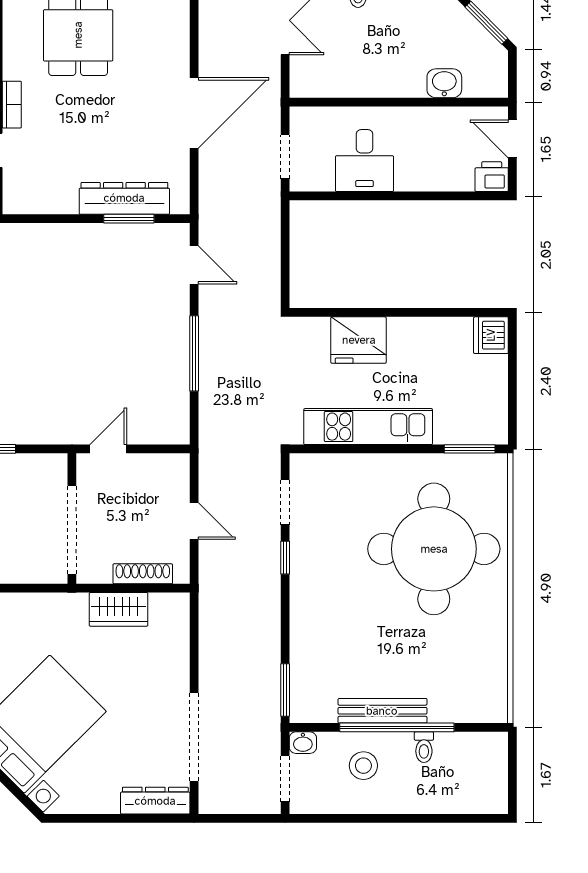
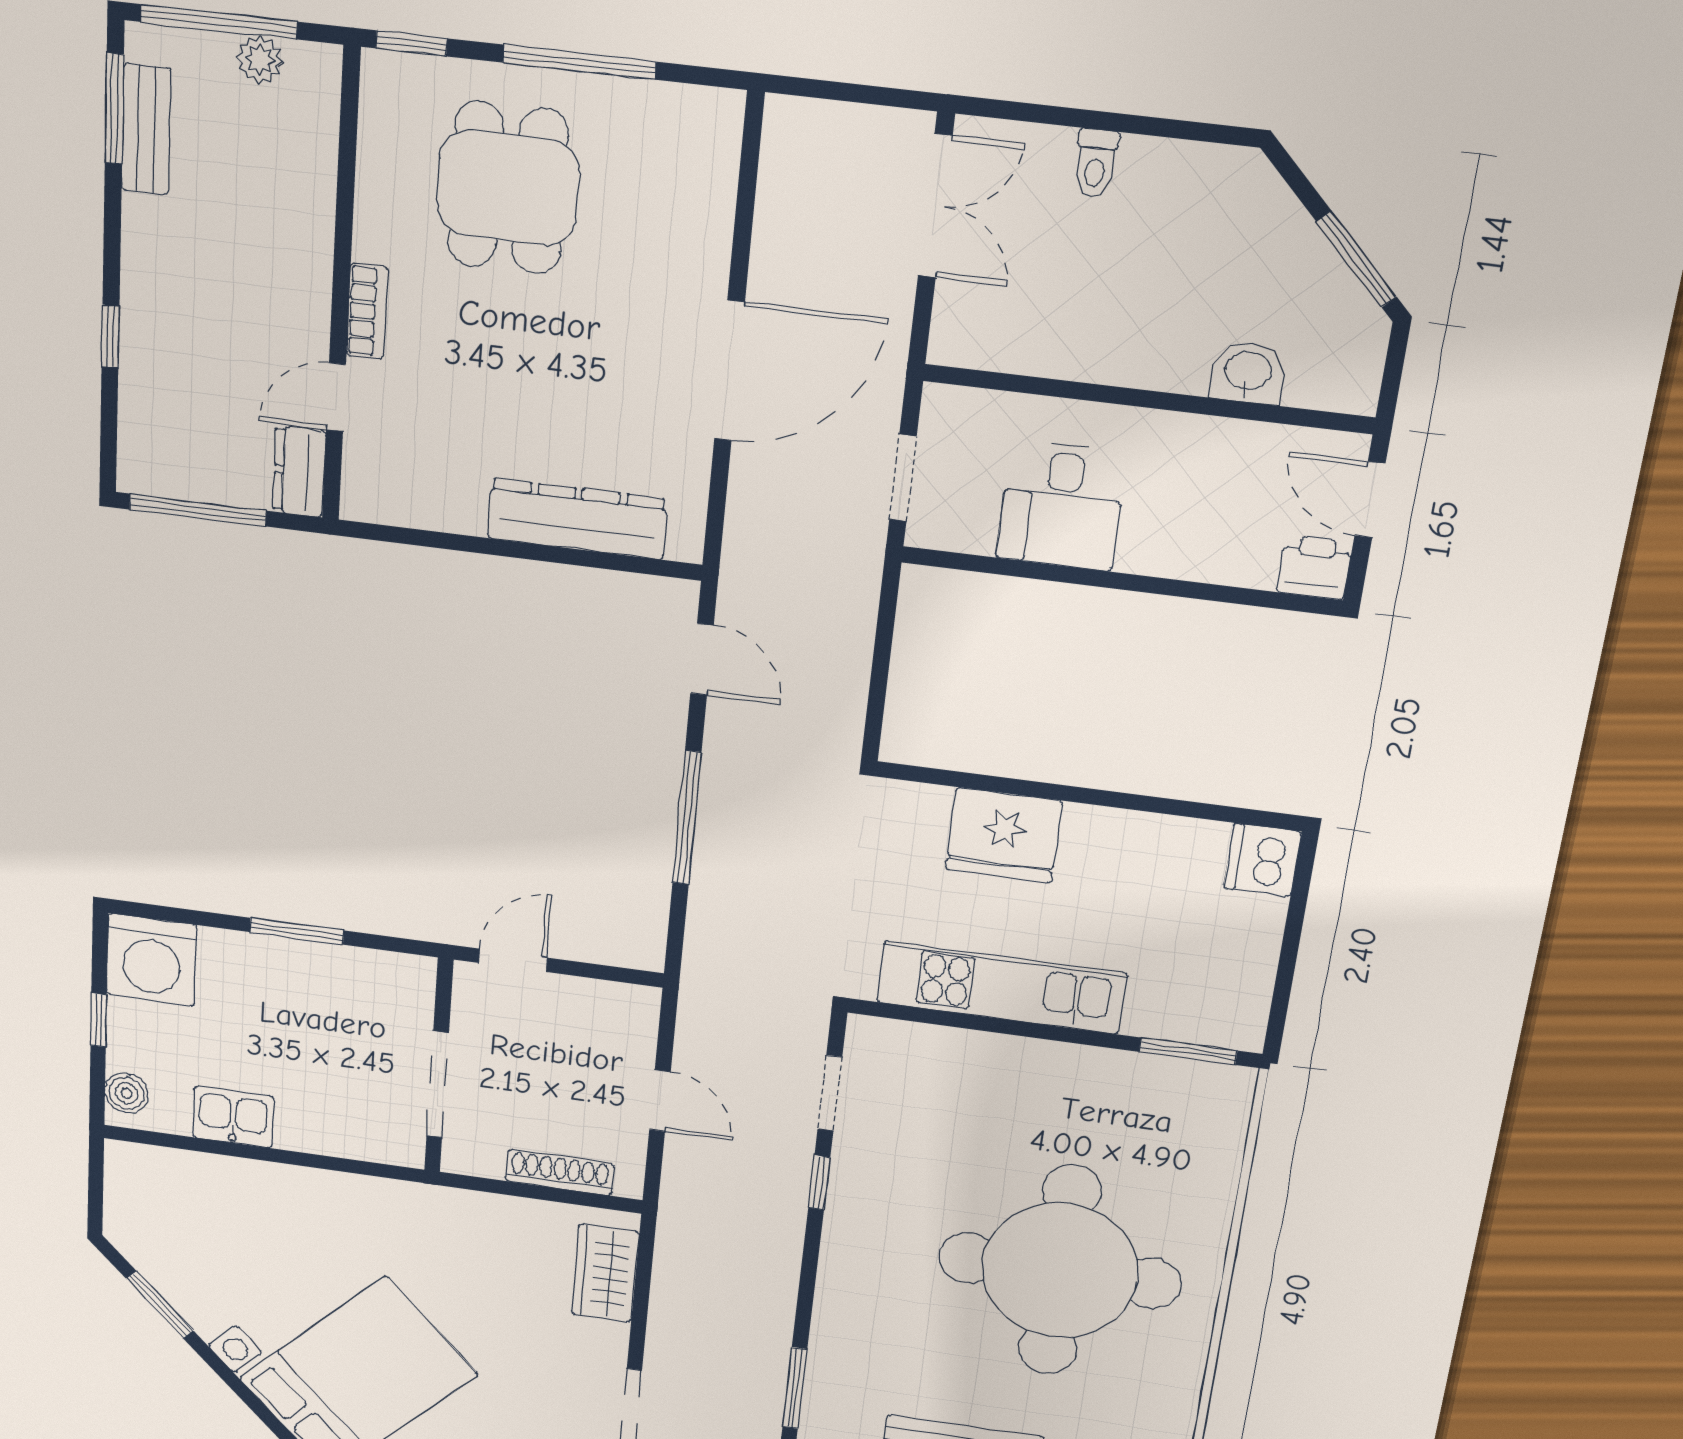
window: (129, 219) -> (583, 558), removed
doorway: (72, 530) -> (438, 1085), width x0.73
round table: (434, 549) -> (1060, 1271), moved
wardrobe: (119, 609) -> (605, 1273), moved, turned 90

